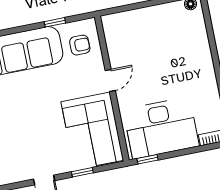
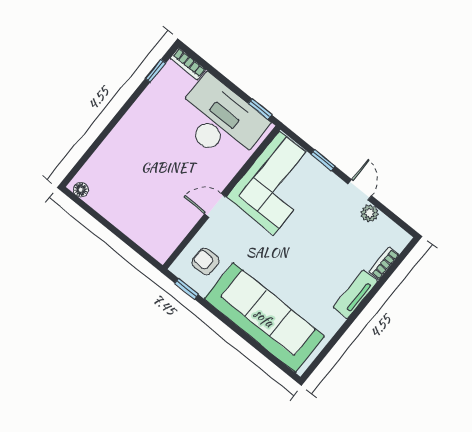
window: (55, 22) -> (187, 289), moved
plant: (24, 174) -> (370, 213), added

